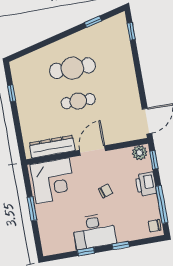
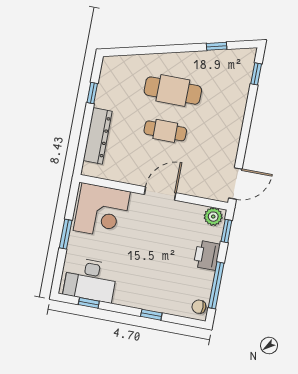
dresser: (52, 147) -> (98, 136), moved, turned 90
chair: (106, 191) -> (158, 246), removed
desk: (94, 231) -> (90, 280), moved
window: (86, 252) -> (89, 303), moved

